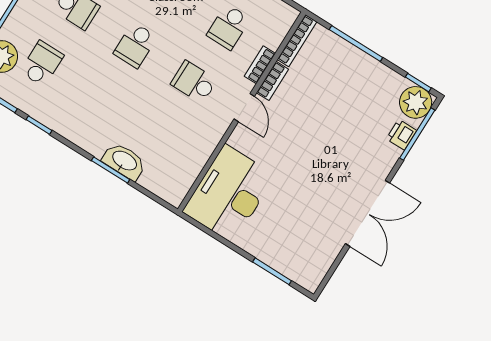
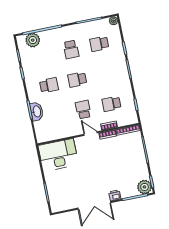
school desk: (42, 63) -> (49, 85), moved
door: (244, 108) -> (90, 134), swing flipped
printer: (401, 135) -> (115, 195), moved

